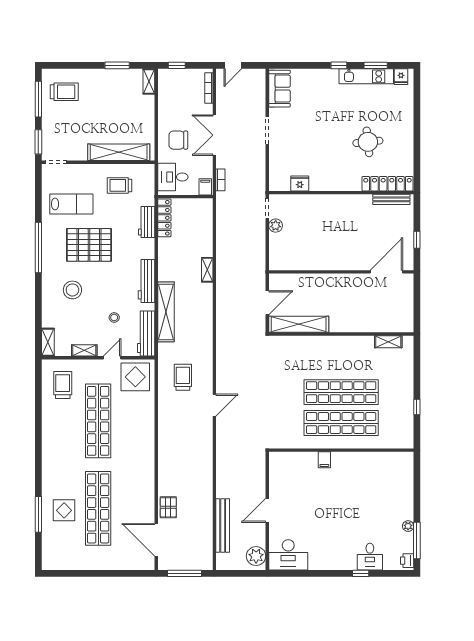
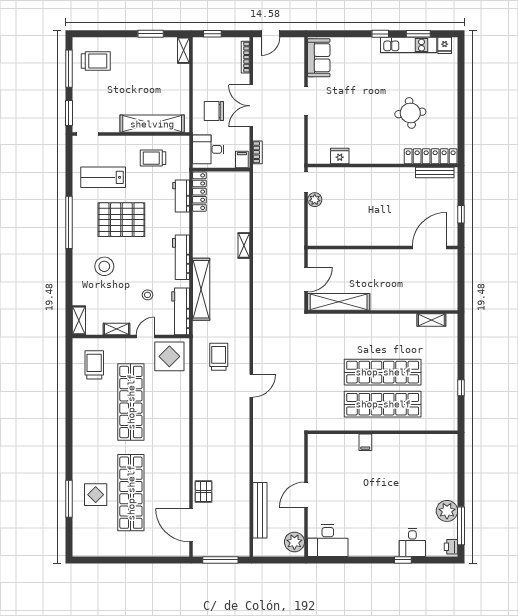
lab bench: (71, 204) -> (103, 177), turned 180
plant: (408, 526) -> (447, 511), width x1.87, depth x1.87

